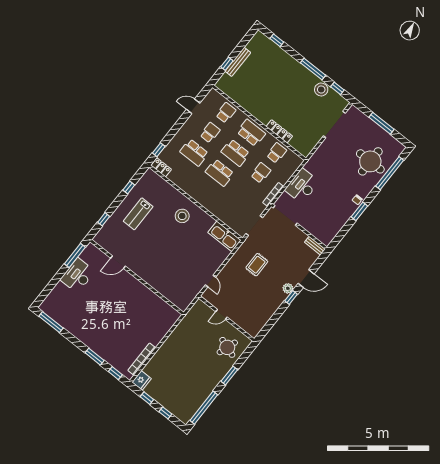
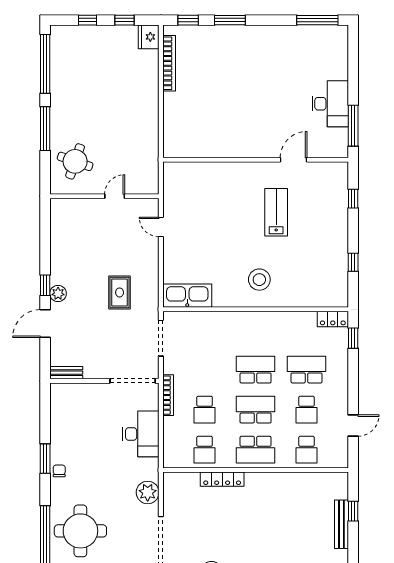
plant: (322, 154) -> (148, 492), added
lab bench: (138, 214) -> (276, 212), moved
window: (229, 376) -> (45, 129), width x1.44

